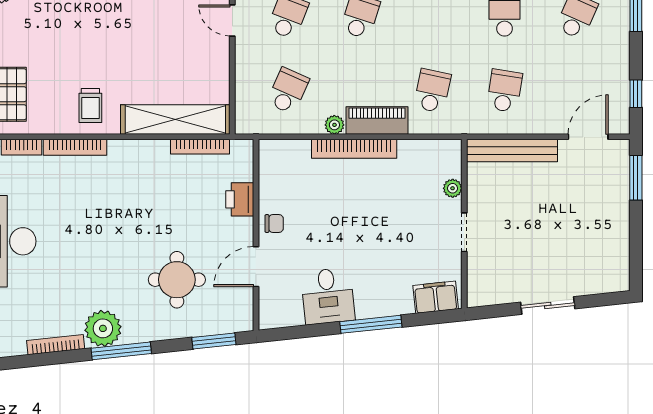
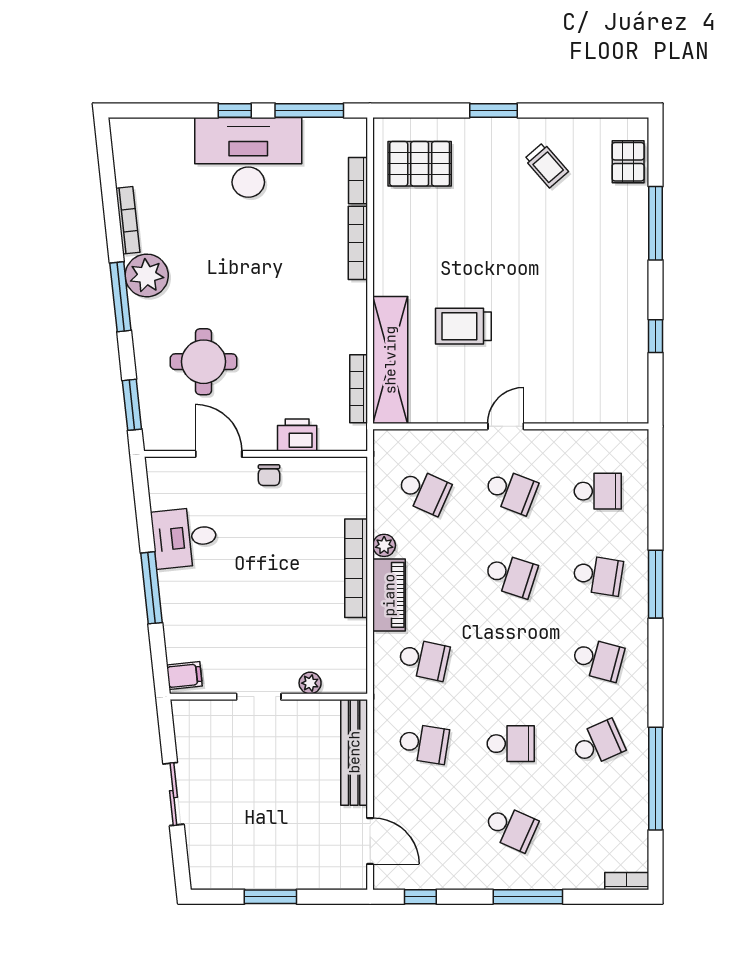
trolley: (90, 106) -> (463, 326), moved, width x1.36, depth x1.39
window: (636, 178) -> (270, 897), moved
filing cabinet: (436, 297) -> (184, 676), width x0.50

